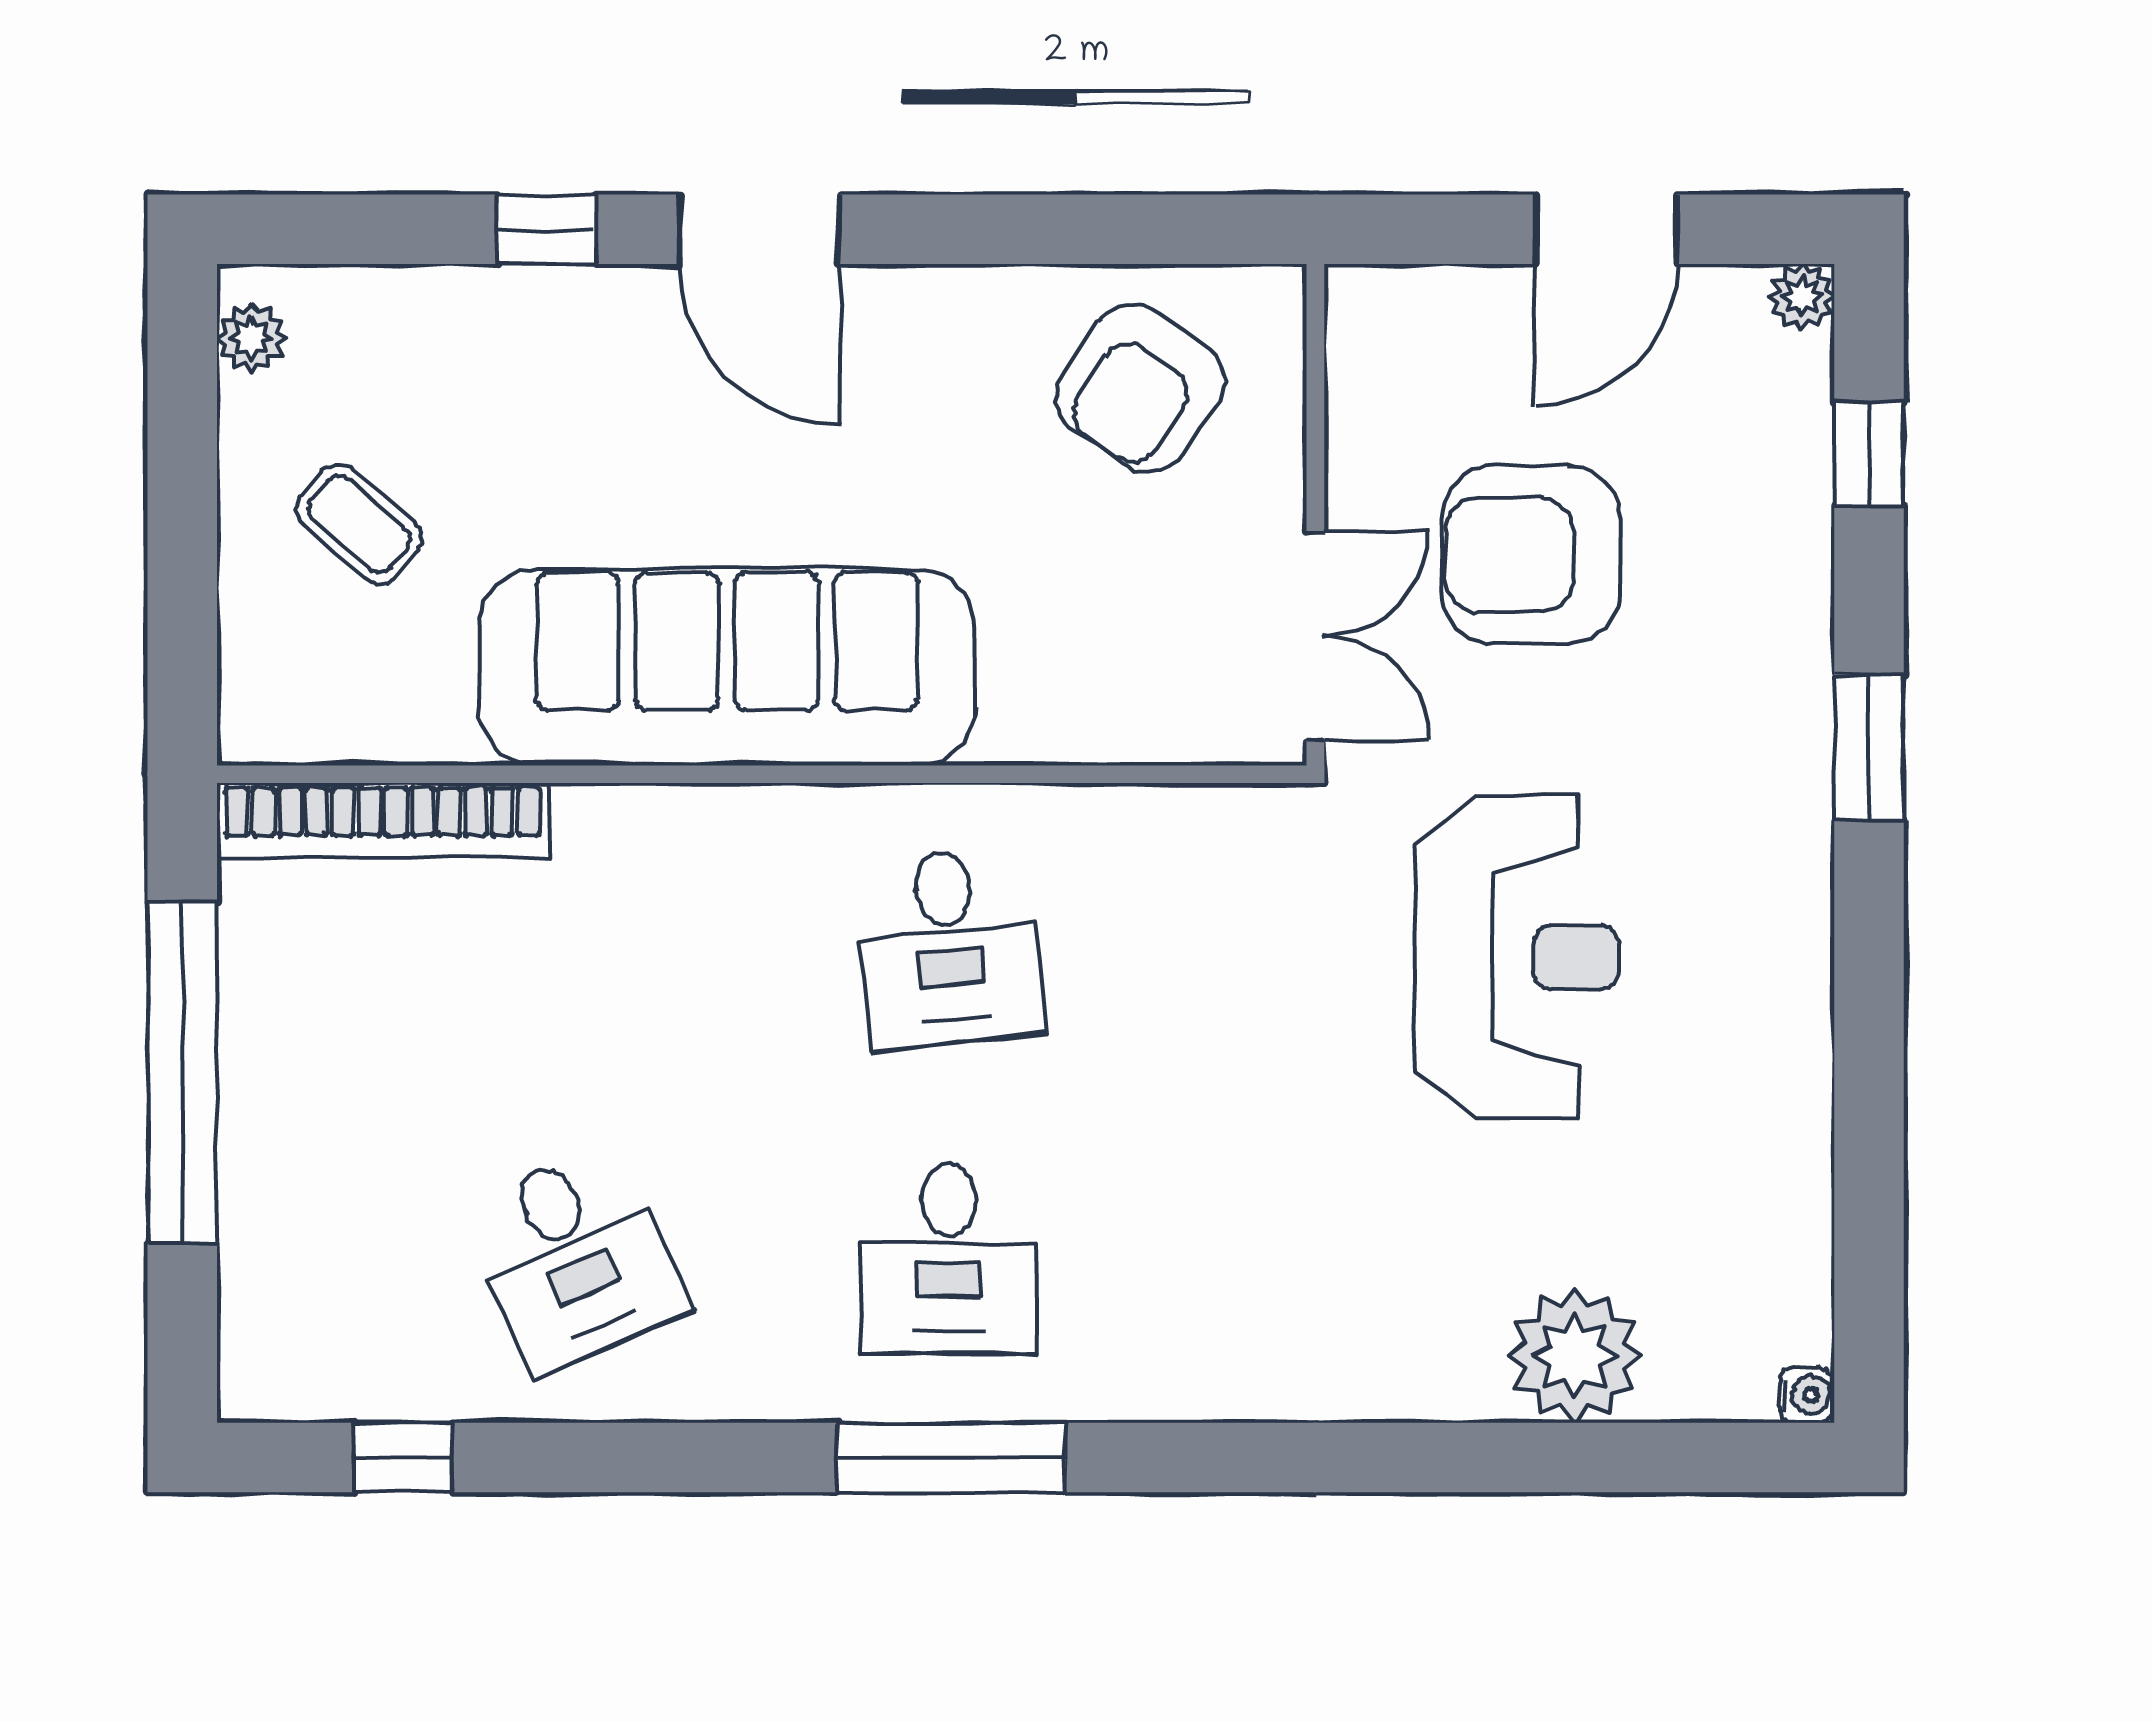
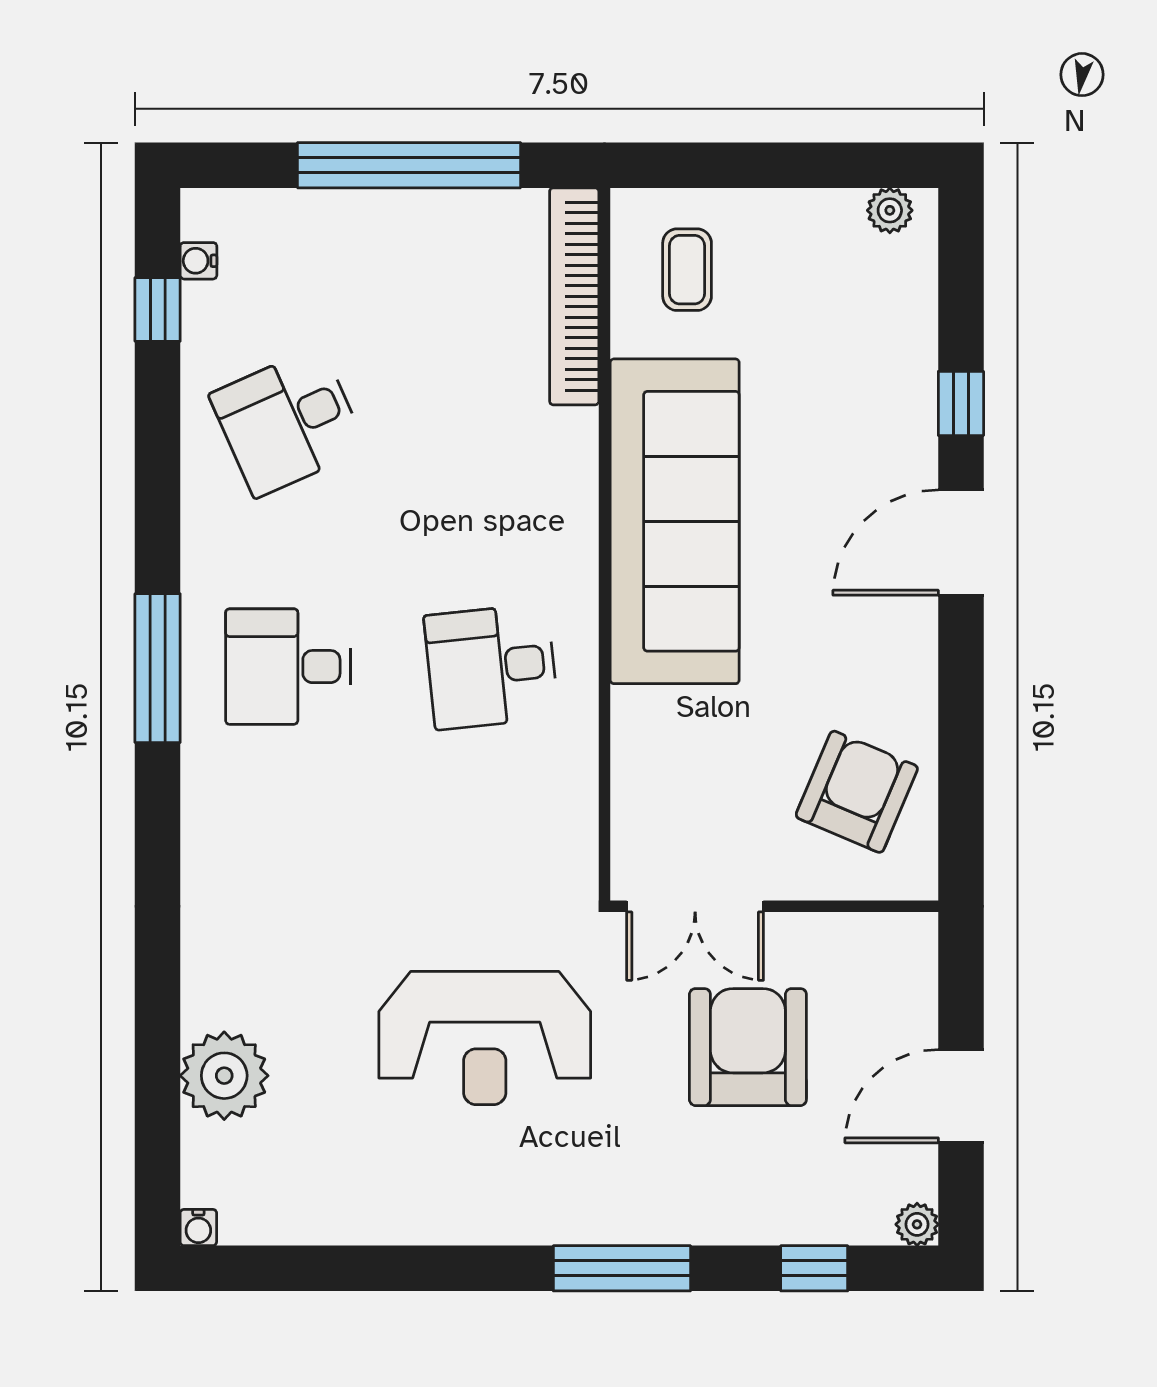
door: (1606, 229) -> (961, 1096), hinge flipped
armchair: (1140, 388) -> (857, 792), turned 78
coffee table: (359, 524) -> (687, 270), moved, turned -41
window: (1869, 748) -> (622, 1268), width x1.44
water cooler: (328, 1395) -> (198, 261), added

